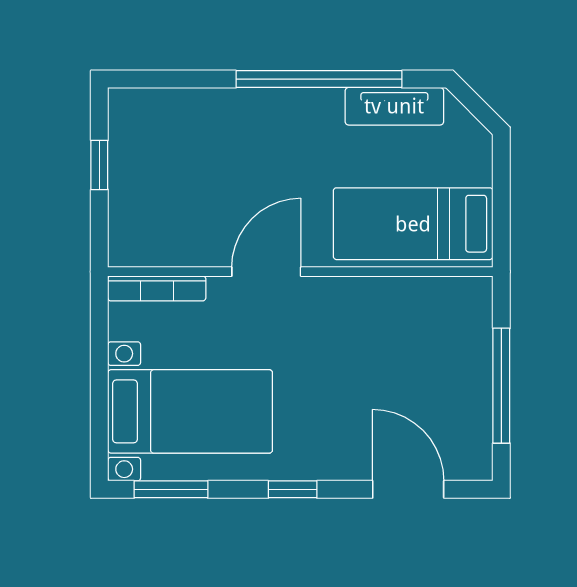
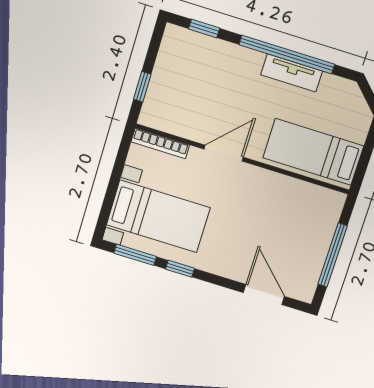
window: (172, 79) -> (204, 29), added
tv unit: (394, 106) -> (292, 73), moved
window: (99, 165) -> (142, 87), moved
window: (293, 489) -> (180, 269), moved

